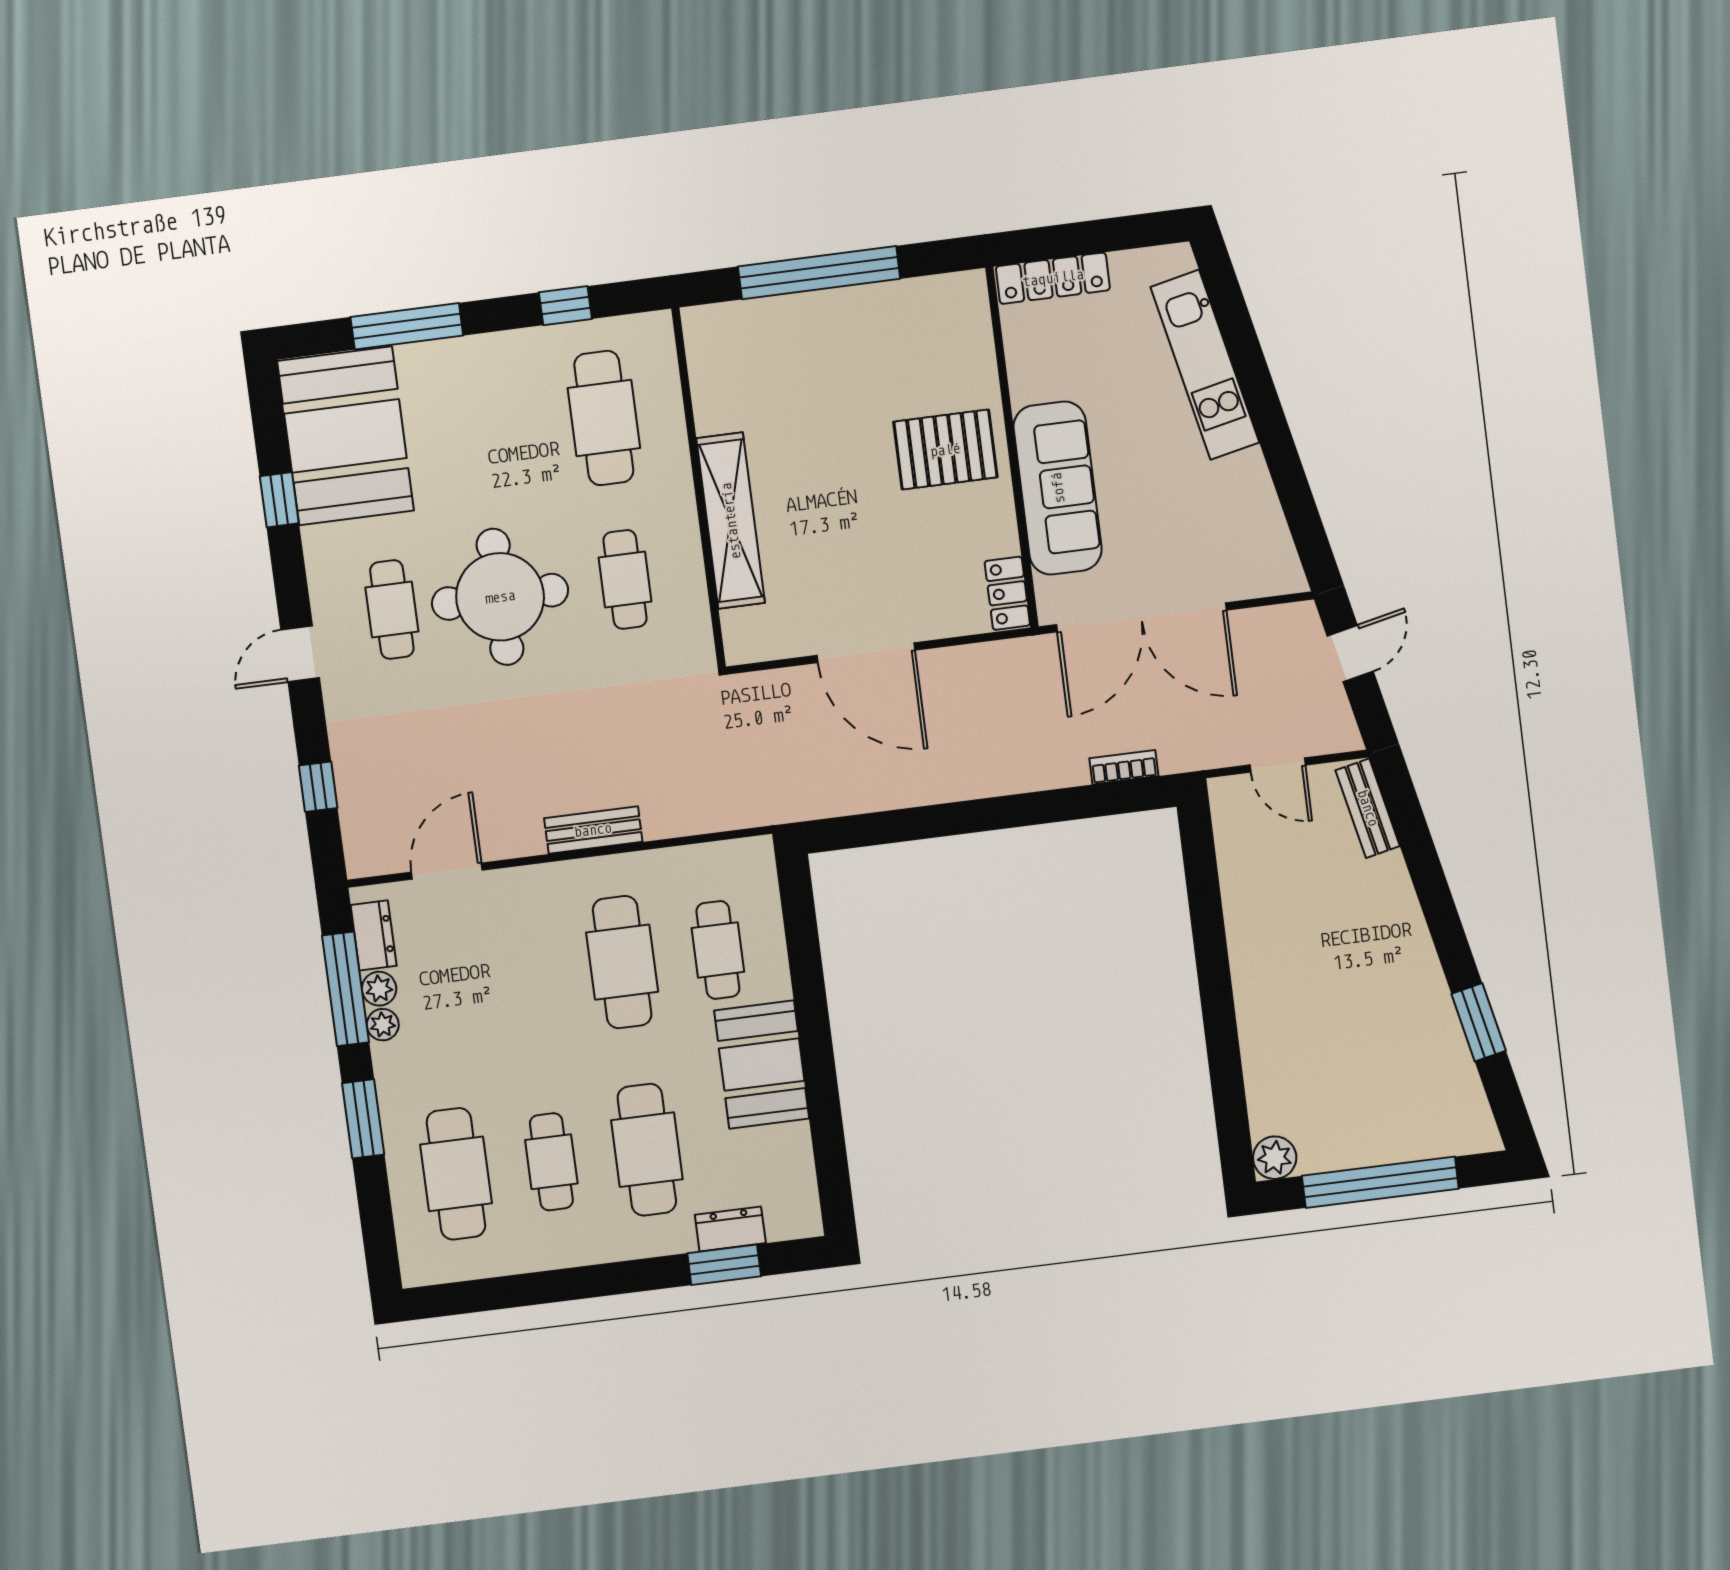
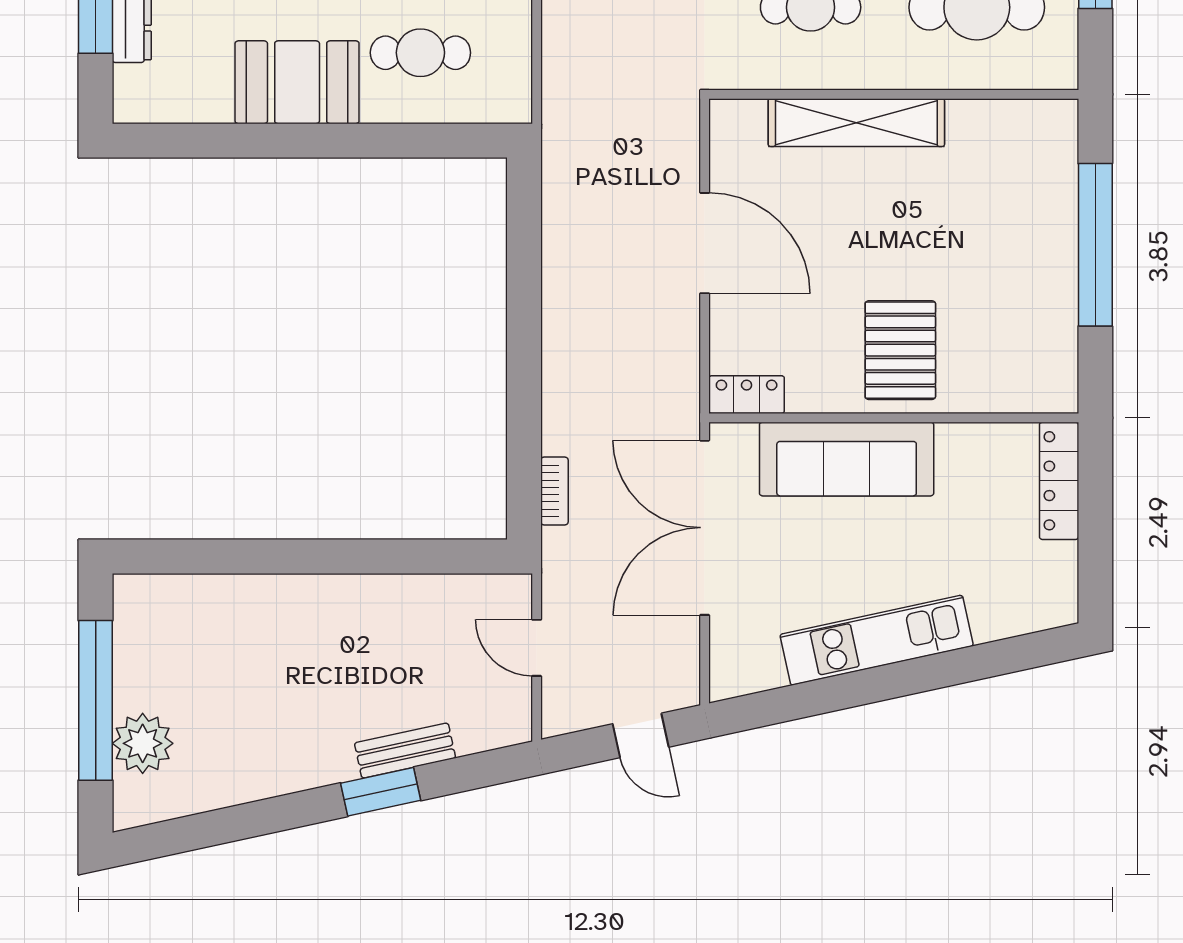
kitchen unit: (1205, 365) -> (877, 640), moved
door: (866, 653) -> (705, 243), swing flipped
door: (1278, 765) -> (537, 648), hinge flipped
bench: (1368, 808) -> (405, 751), moved
window: (1479, 1022) -> (381, 792), moved
plant: (1275, 1158) -> (143, 743), moved, width x1.36, depth x1.36

